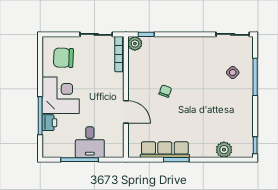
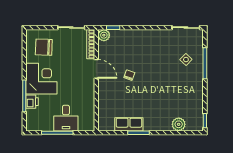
door: (126, 112) -> (96, 69), moved
row of seats: (165, 150) -> (129, 124), width x0.68

